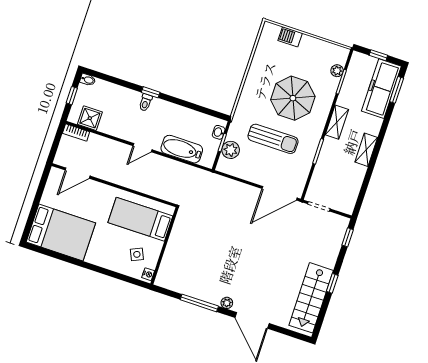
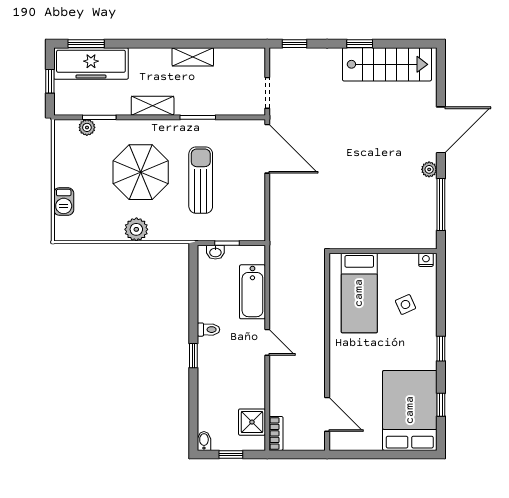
toilet: (145, 102) -> (208, 330), moved
plant: (231, 150) -> (136, 229), moved
shelving: (366, 150) -> (193, 57), moved
bed: (140, 219) -> (359, 293), moved
wall: (164, 246) -> (383, 251), moved
window: (58, 256) -> (441, 405), added
window: (97, 269) -> (441, 349), added
nightstand: (148, 274) -> (426, 260), moved

